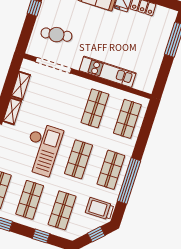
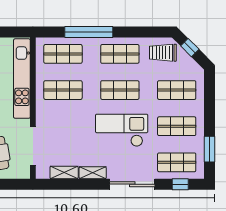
kitchen unit: (108, 72) -> (22, 79), width x1.36
window: (129, 181) -> (89, 32), moved
trolley: (100, 209) -> (163, 53), turned 90
window: (41, 236) -> (210, 103), removed

